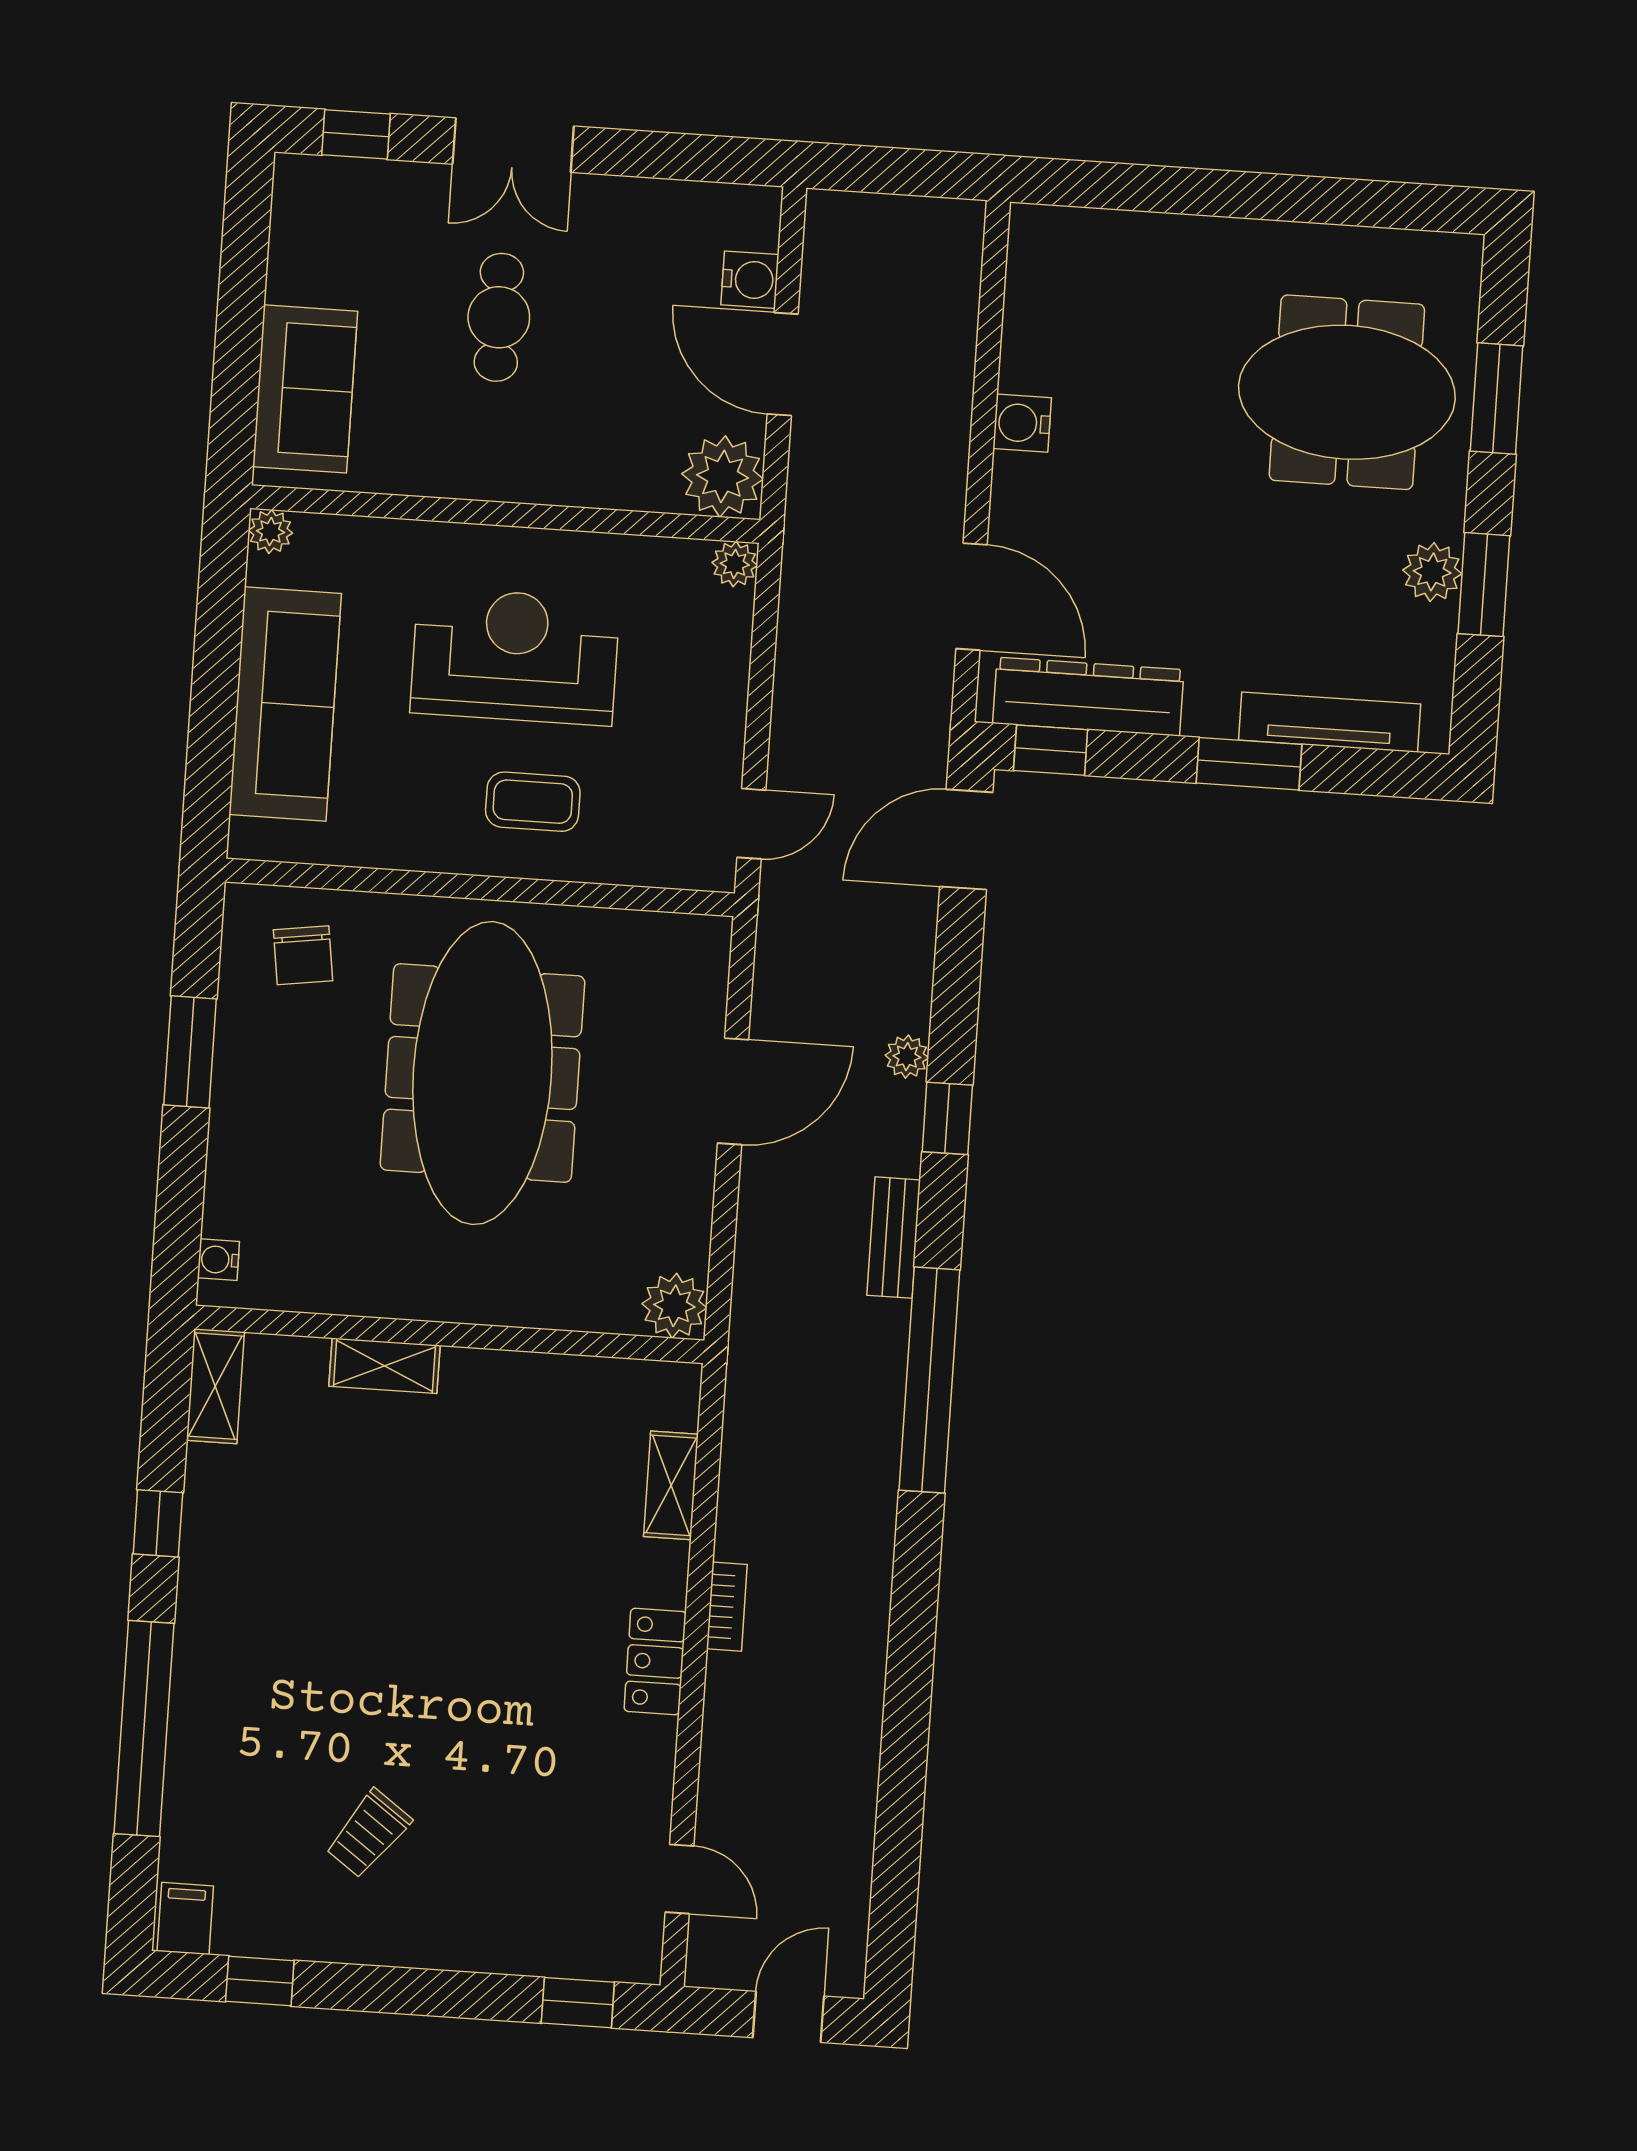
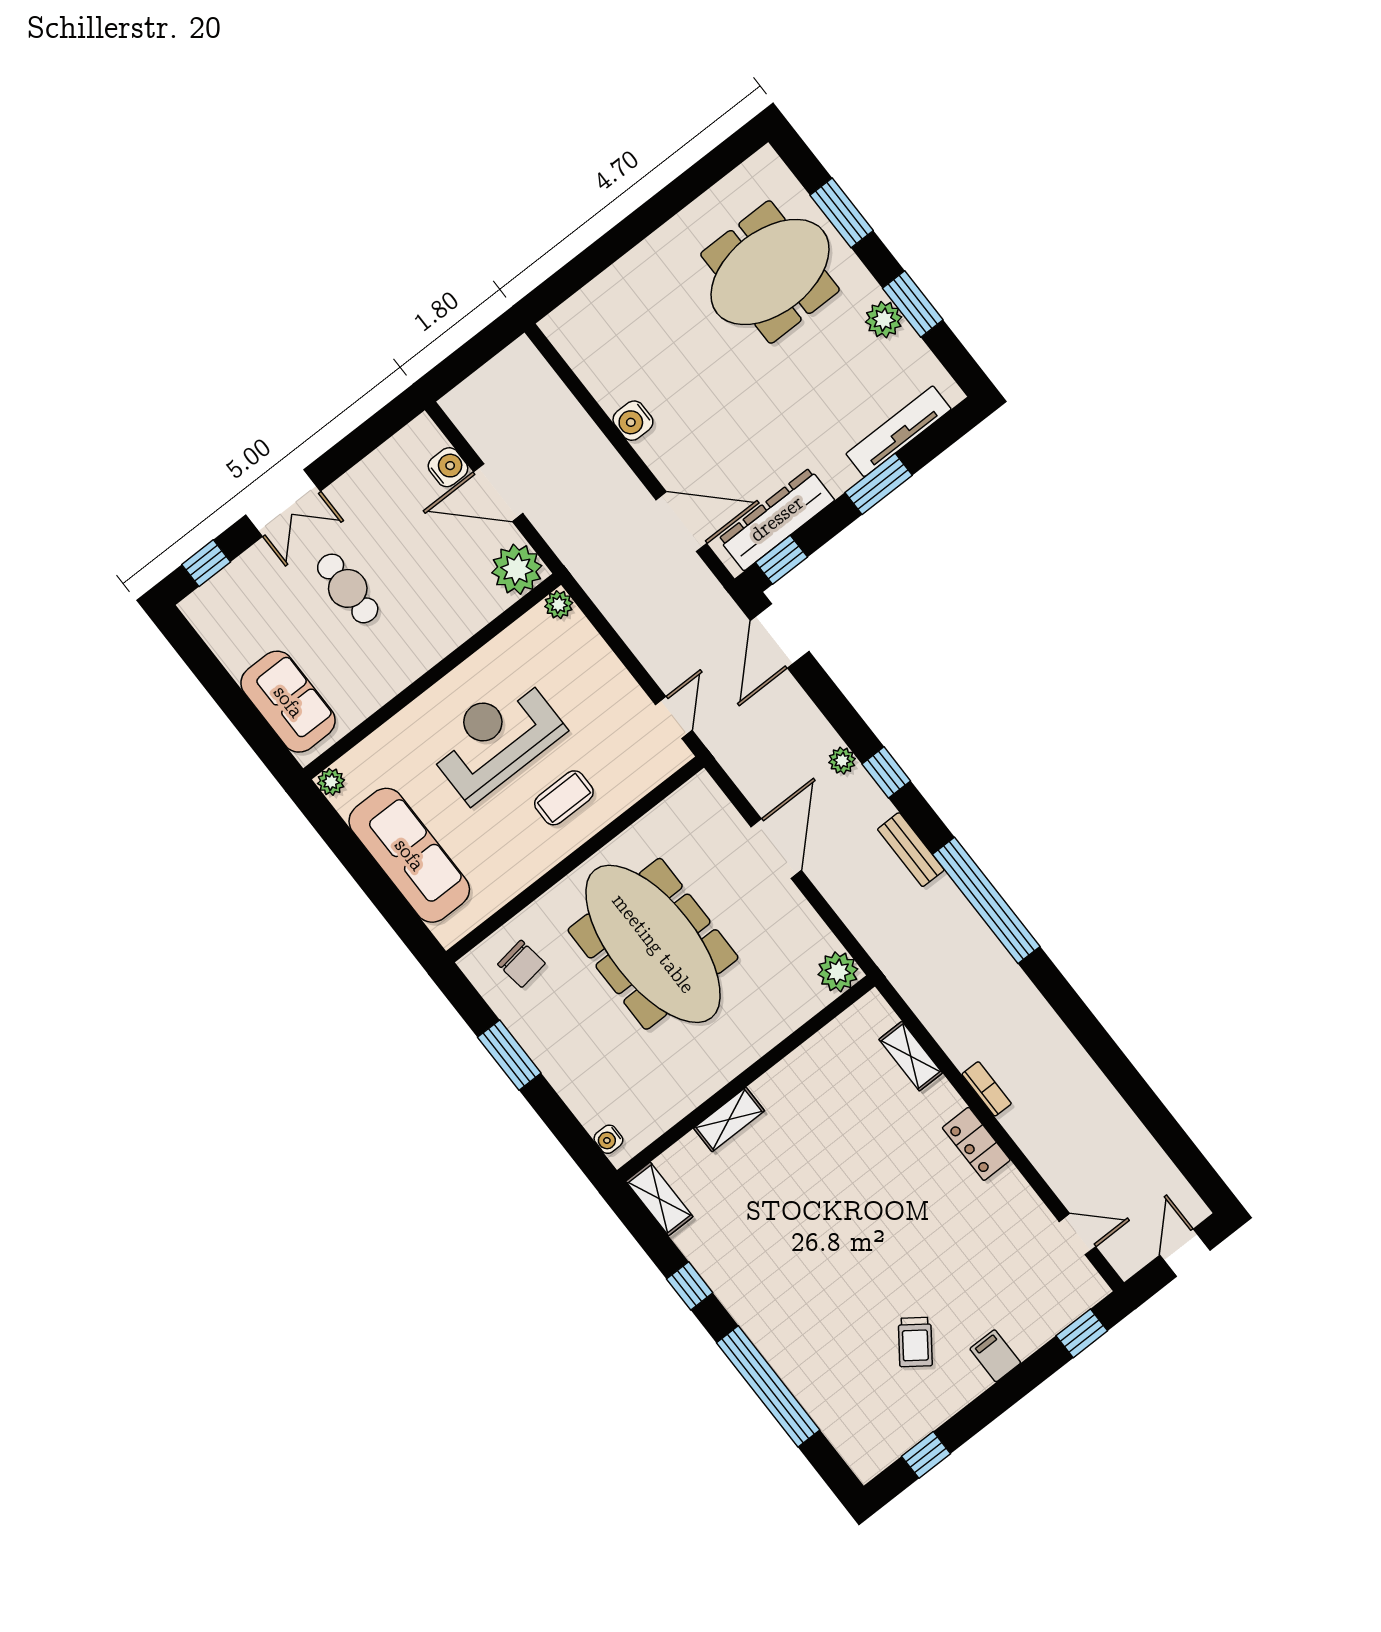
filing cabinet: (185, 1918) -> (995, 1356), moved

